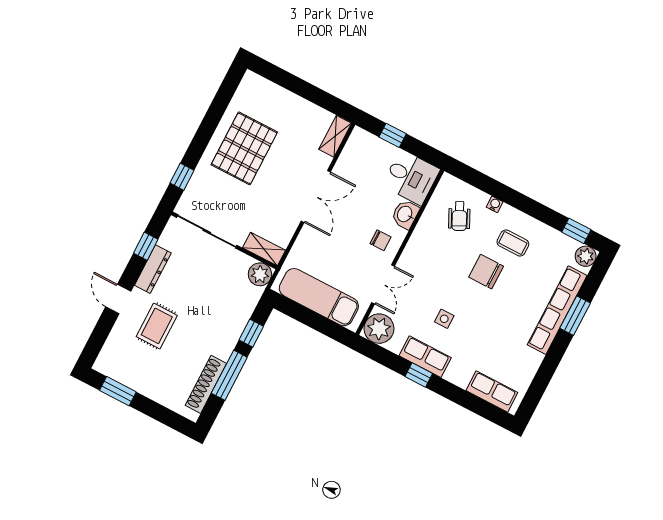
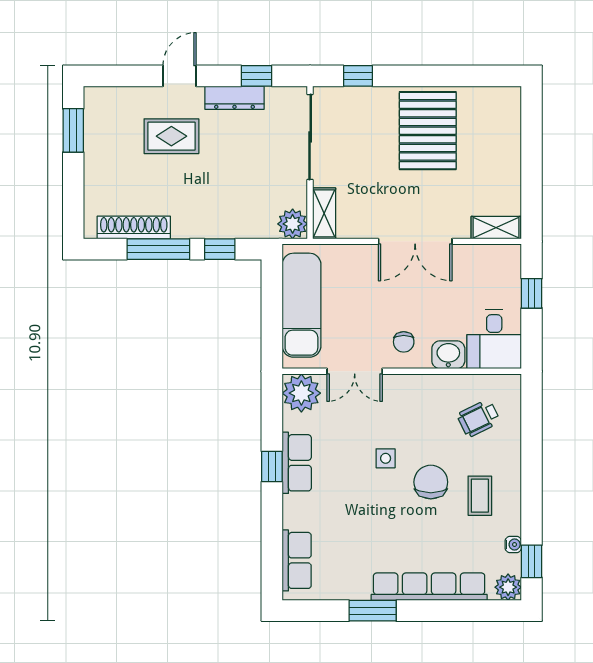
pallet: (244, 148) -> (428, 131), turned 90
water cooler: (495, 204) -> (513, 544), moved
window: (575, 316) -> (373, 611), moved
side table: (444, 319) -> (386, 458), moved

